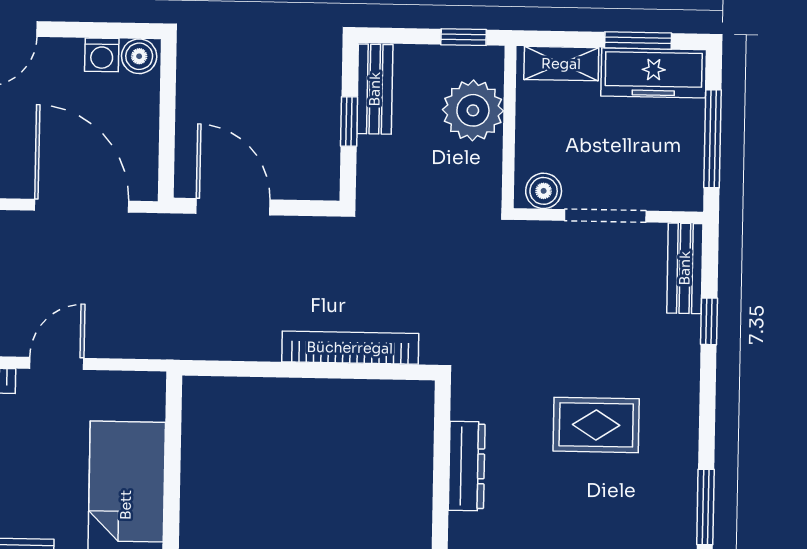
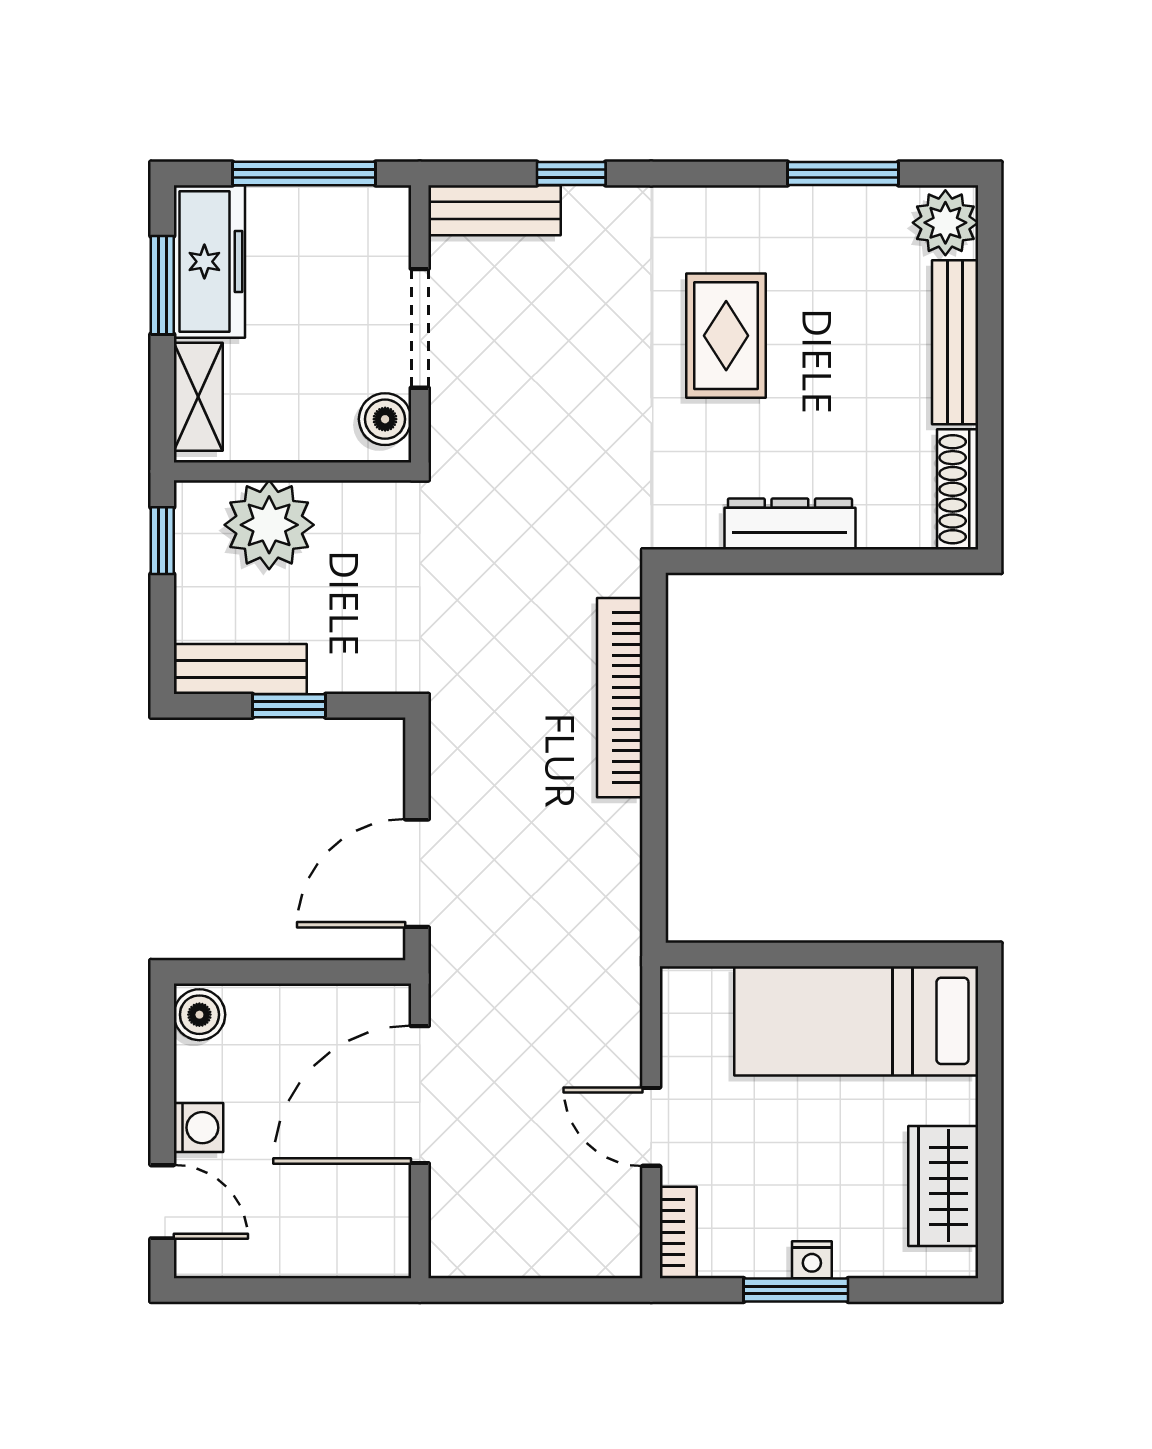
washing machine: (102, 55) -> (198, 1128), moved

